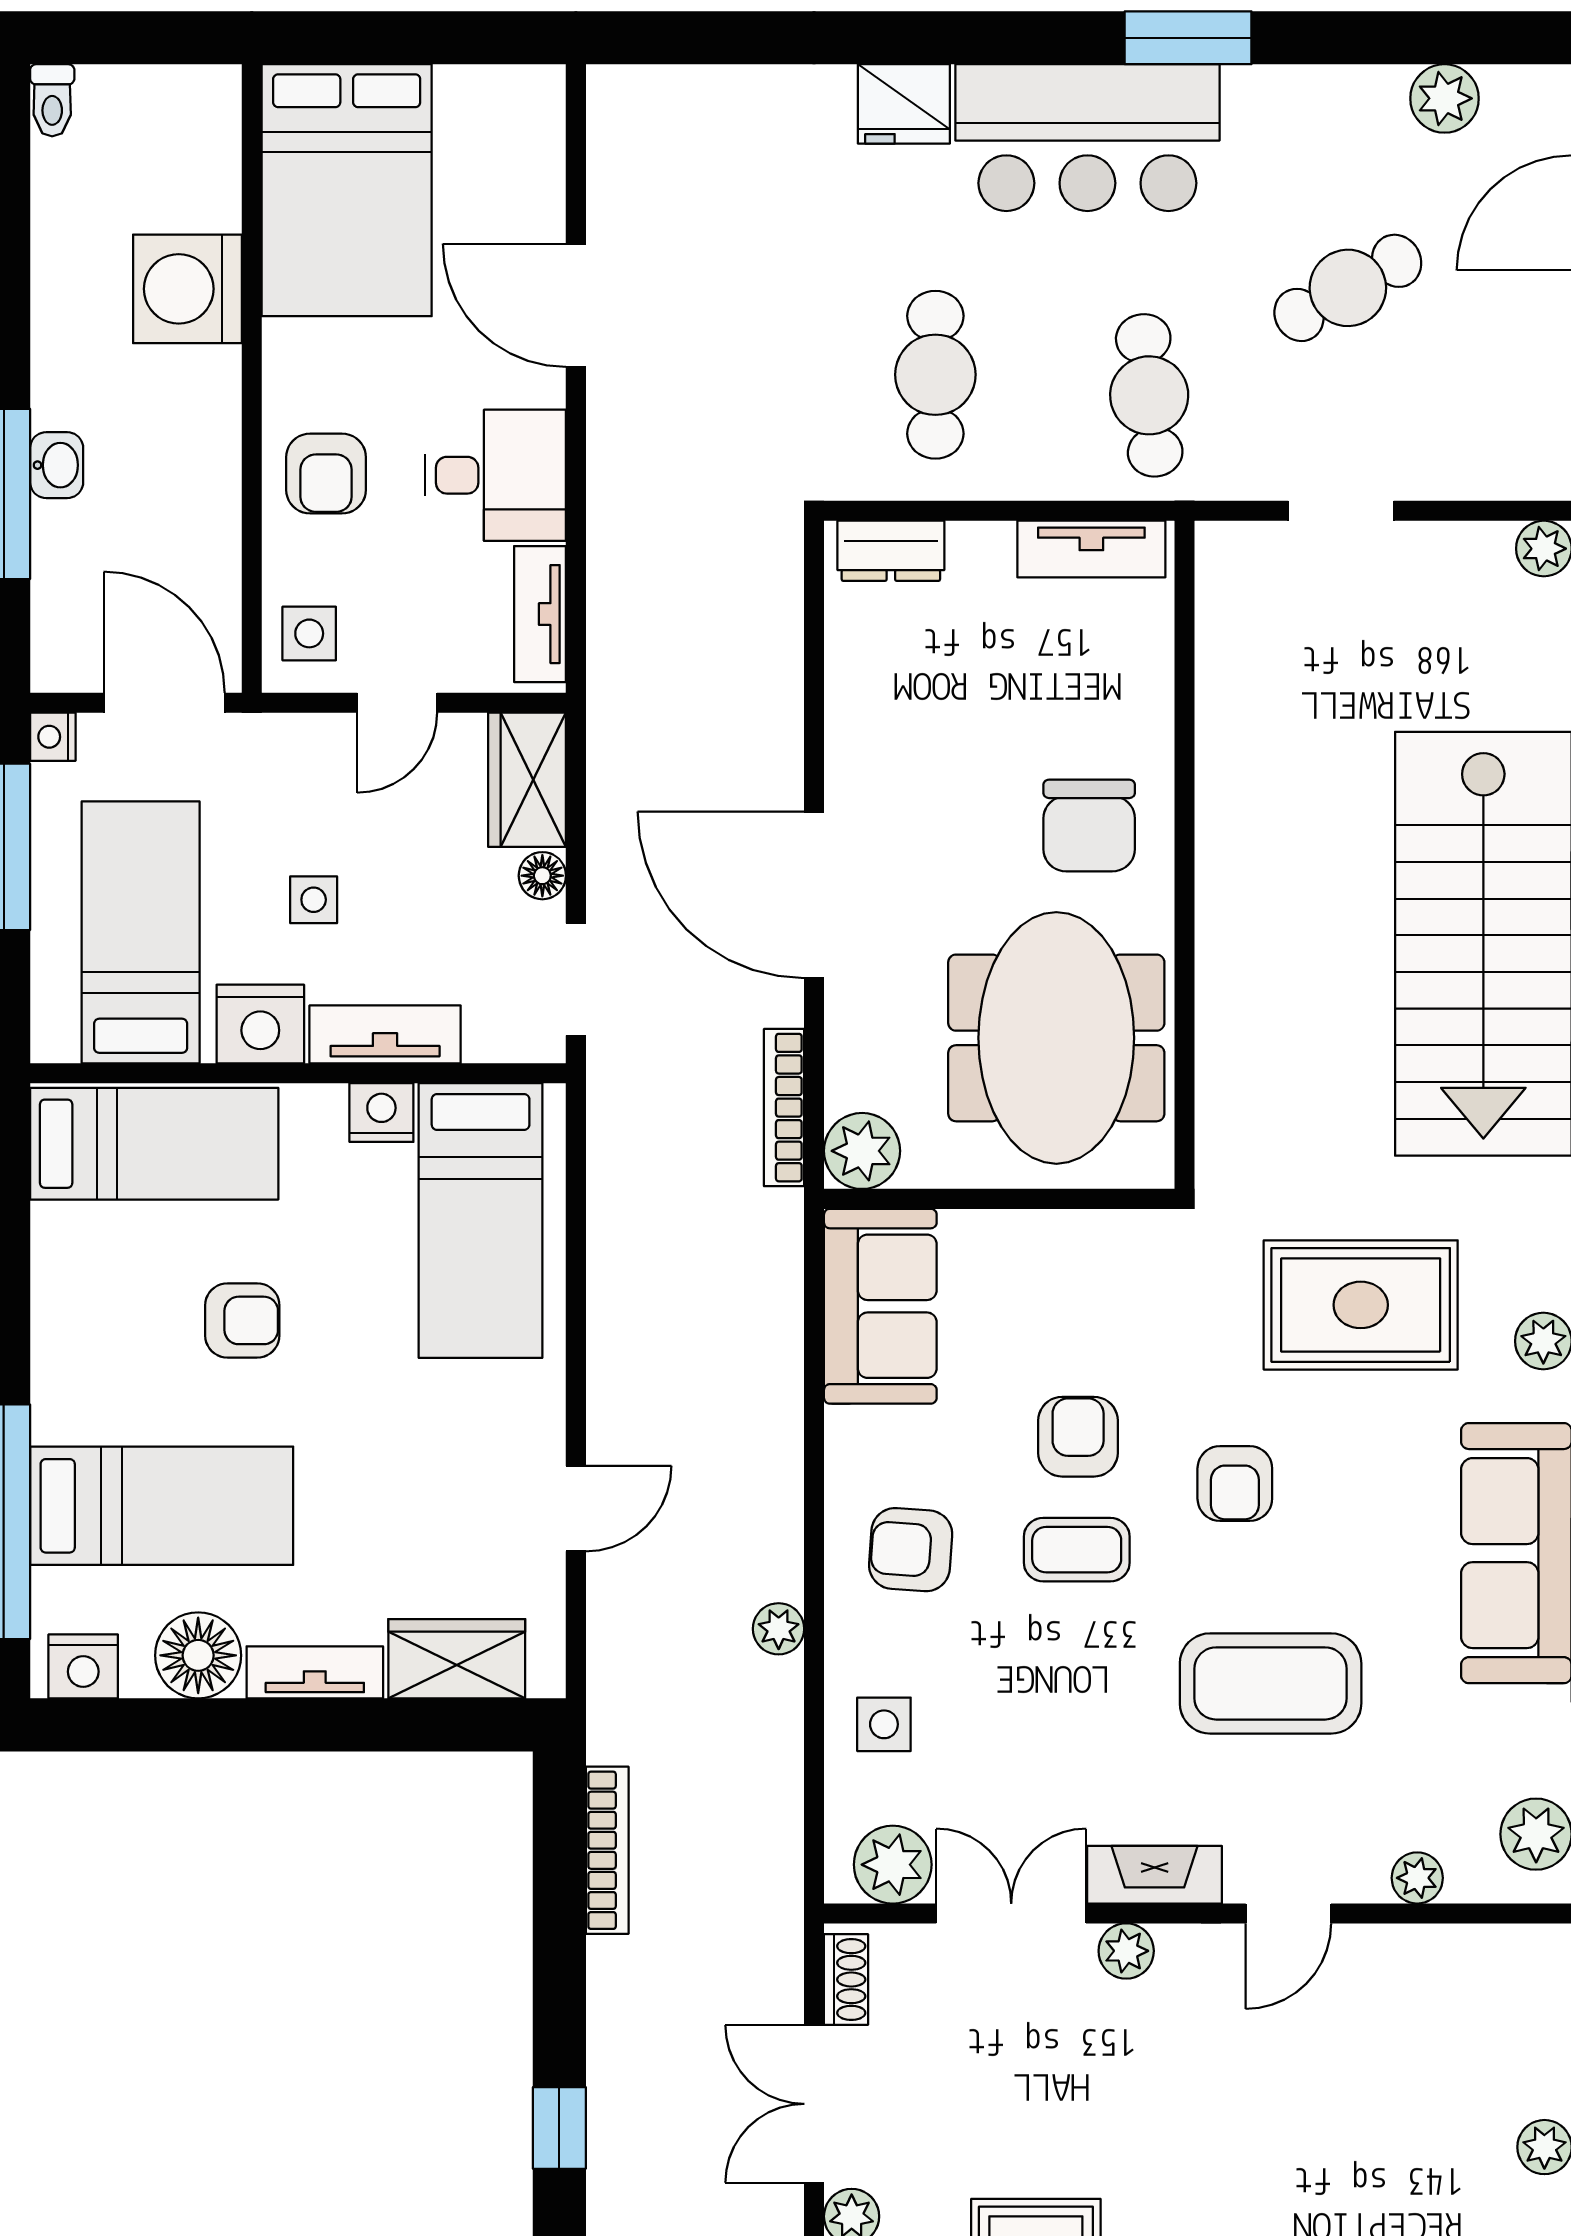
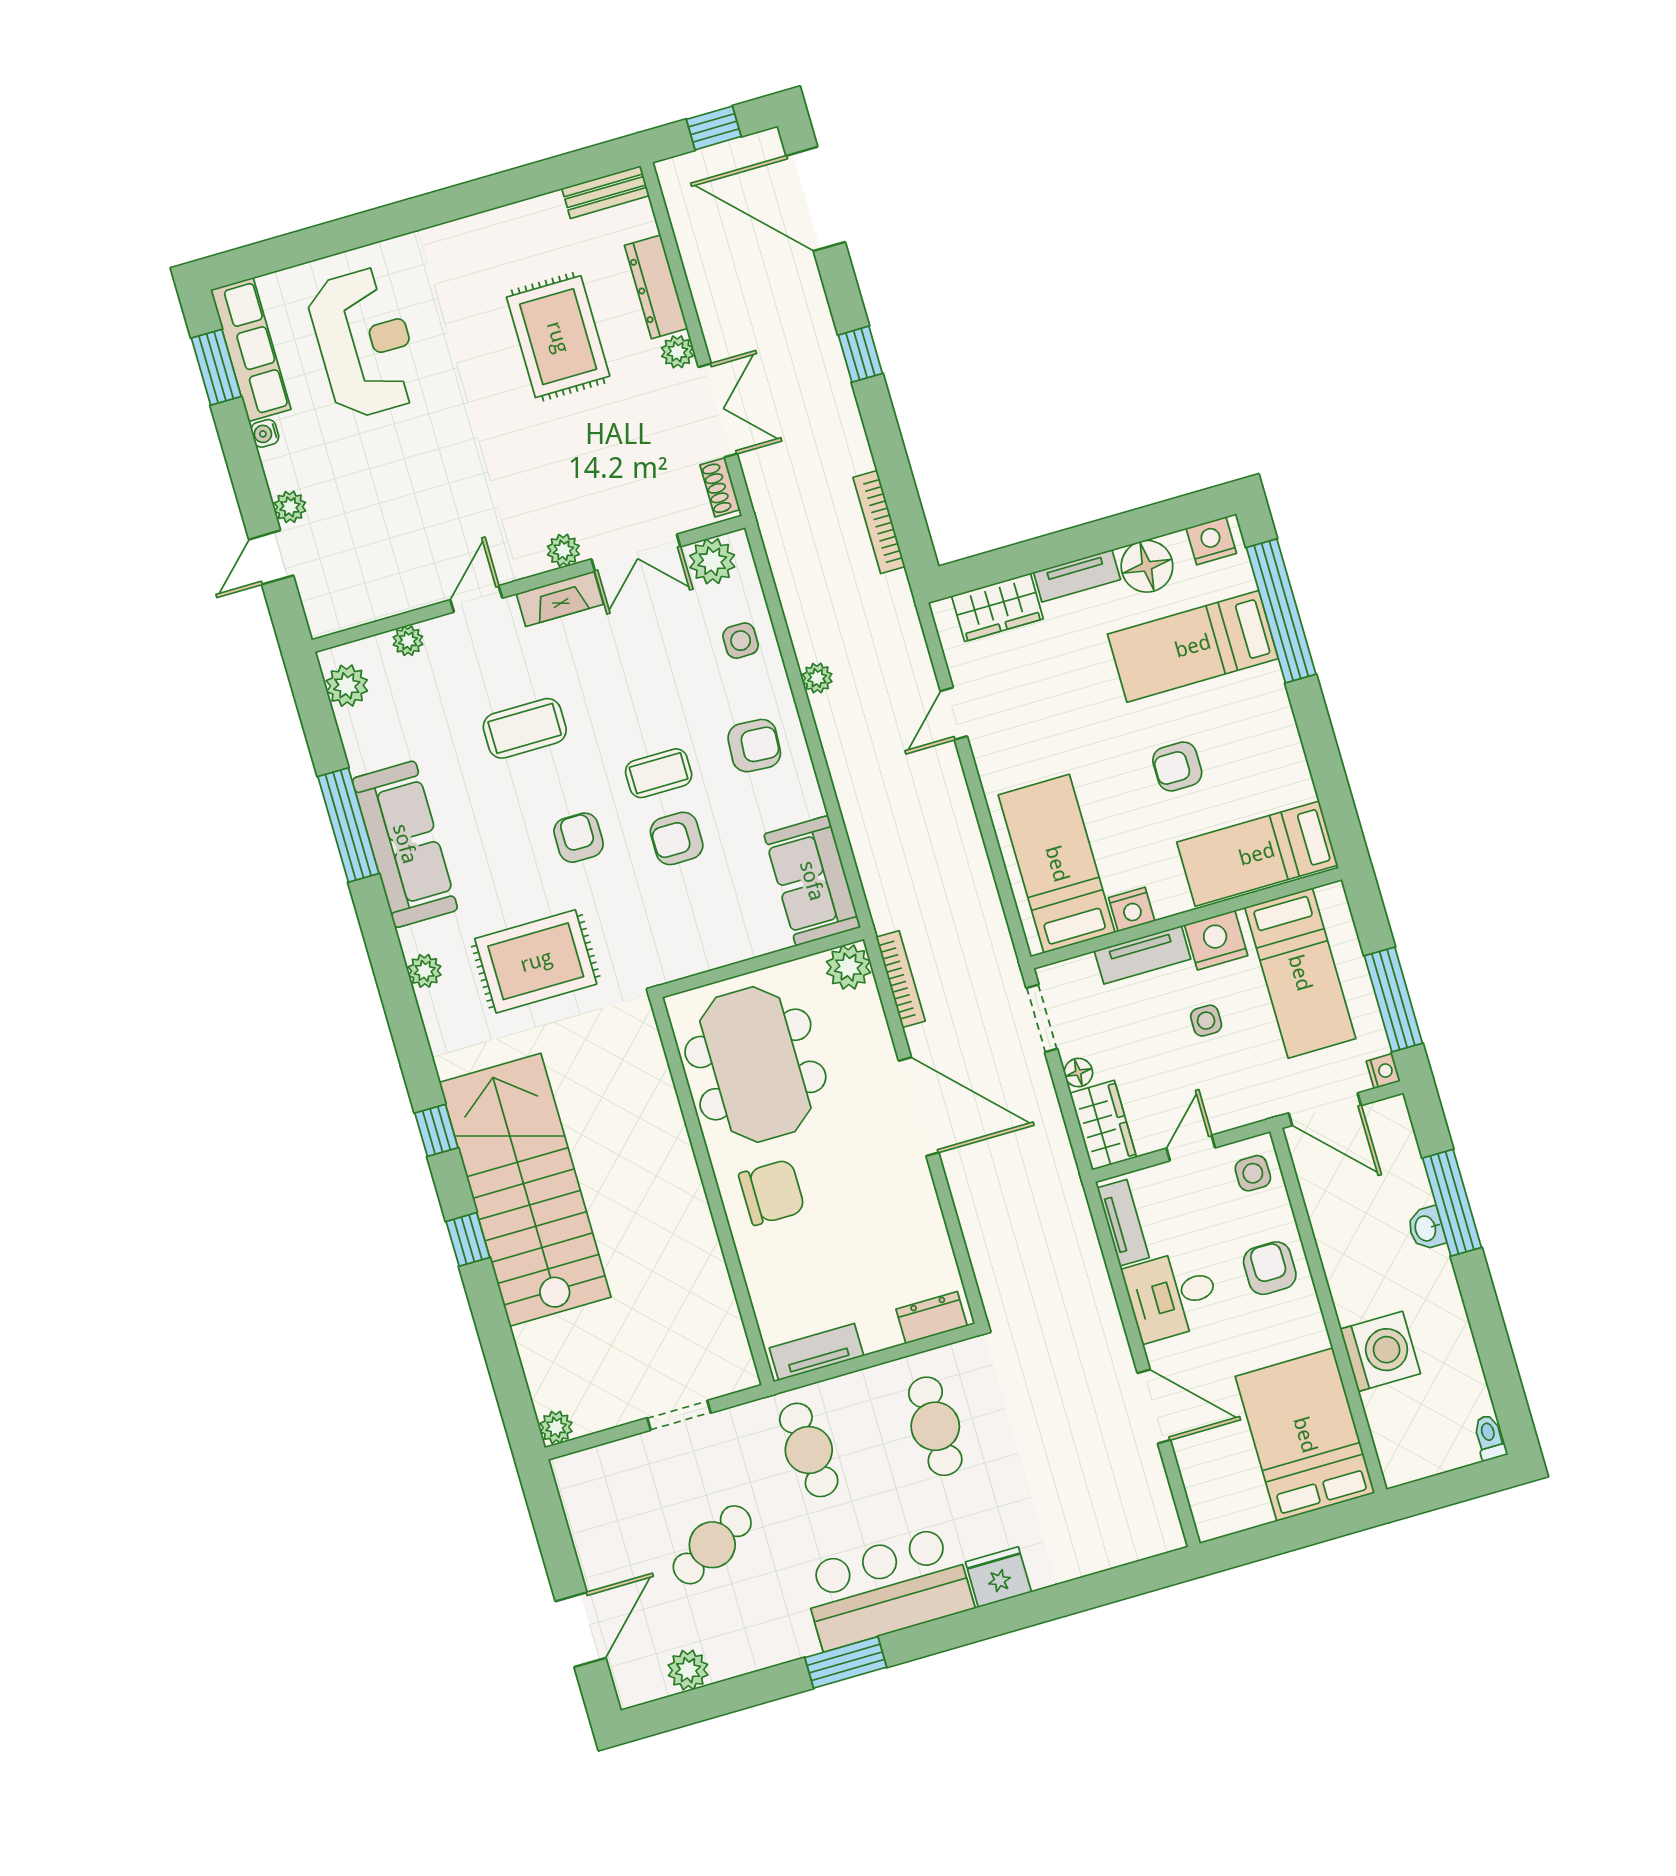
chair: (1089, 826) -> (772, 1192), turned 90
armchair: (1078, 1437) -> (677, 838), turned 90
coffee table: (1271, 1683) -> (525, 728), width x0.73, depth x0.76

